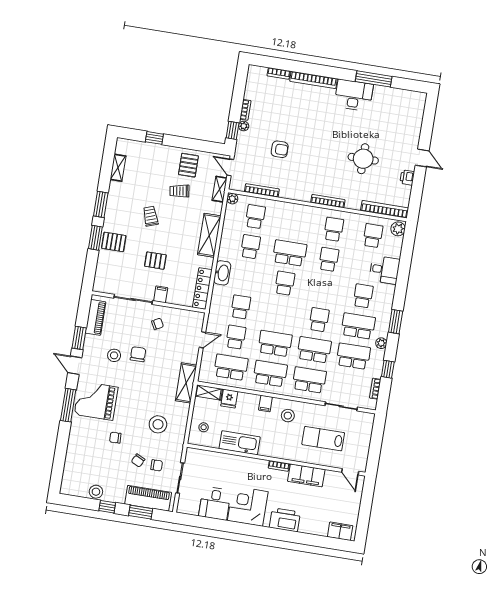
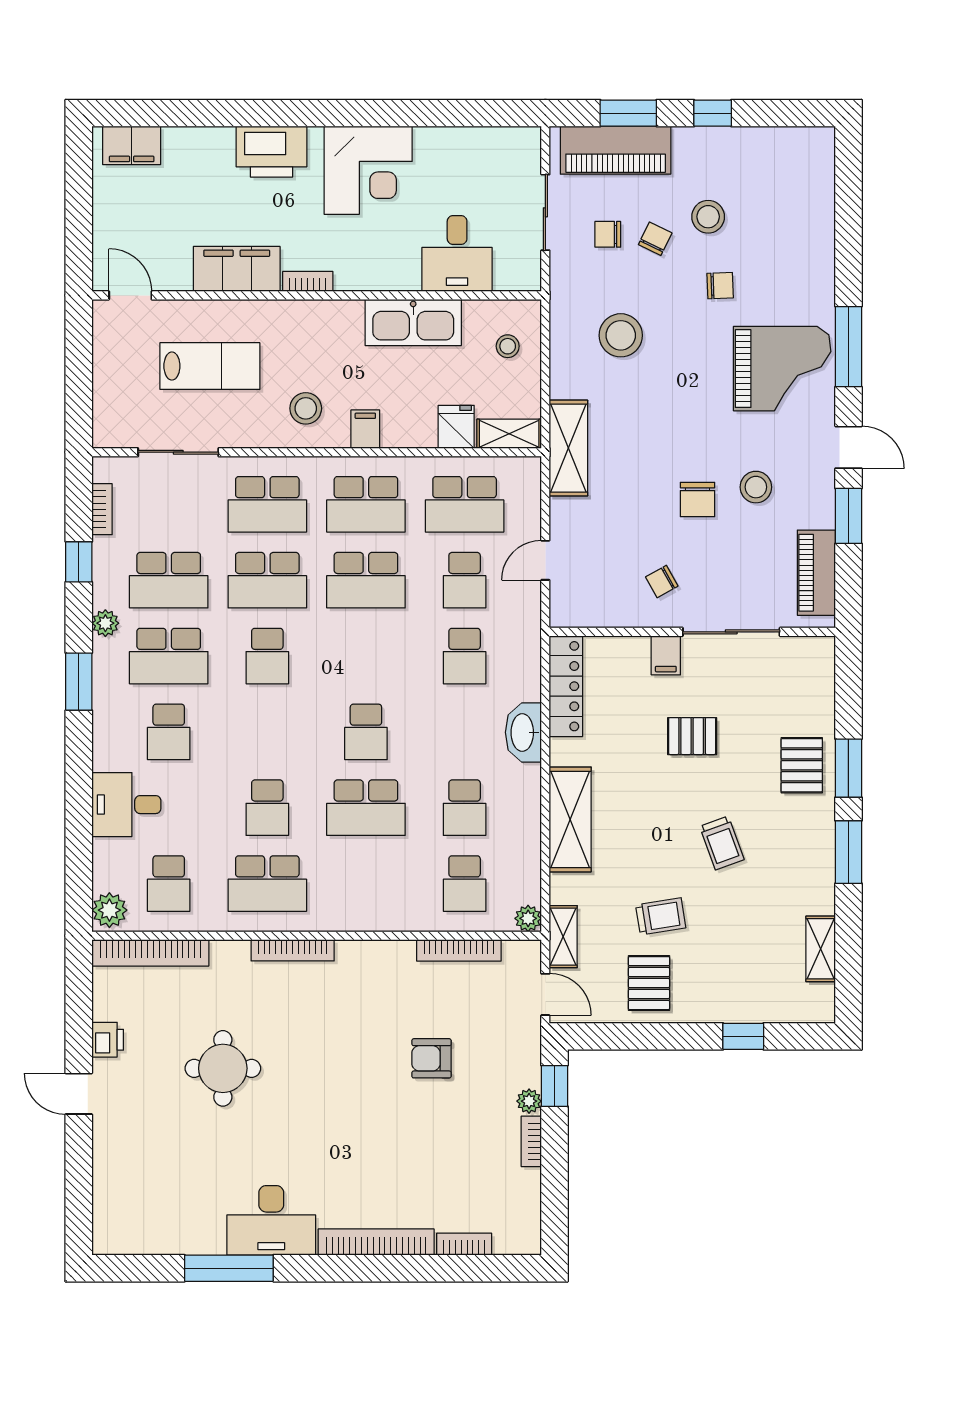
school desk: (334, 229) -> (267, 884), width x1.85
pallet: (114, 242) -> (802, 765), turned 90
stool: (96, 492) -> (708, 217), moved
desk: (215, 503) -> (457, 254), moved, turned 180

